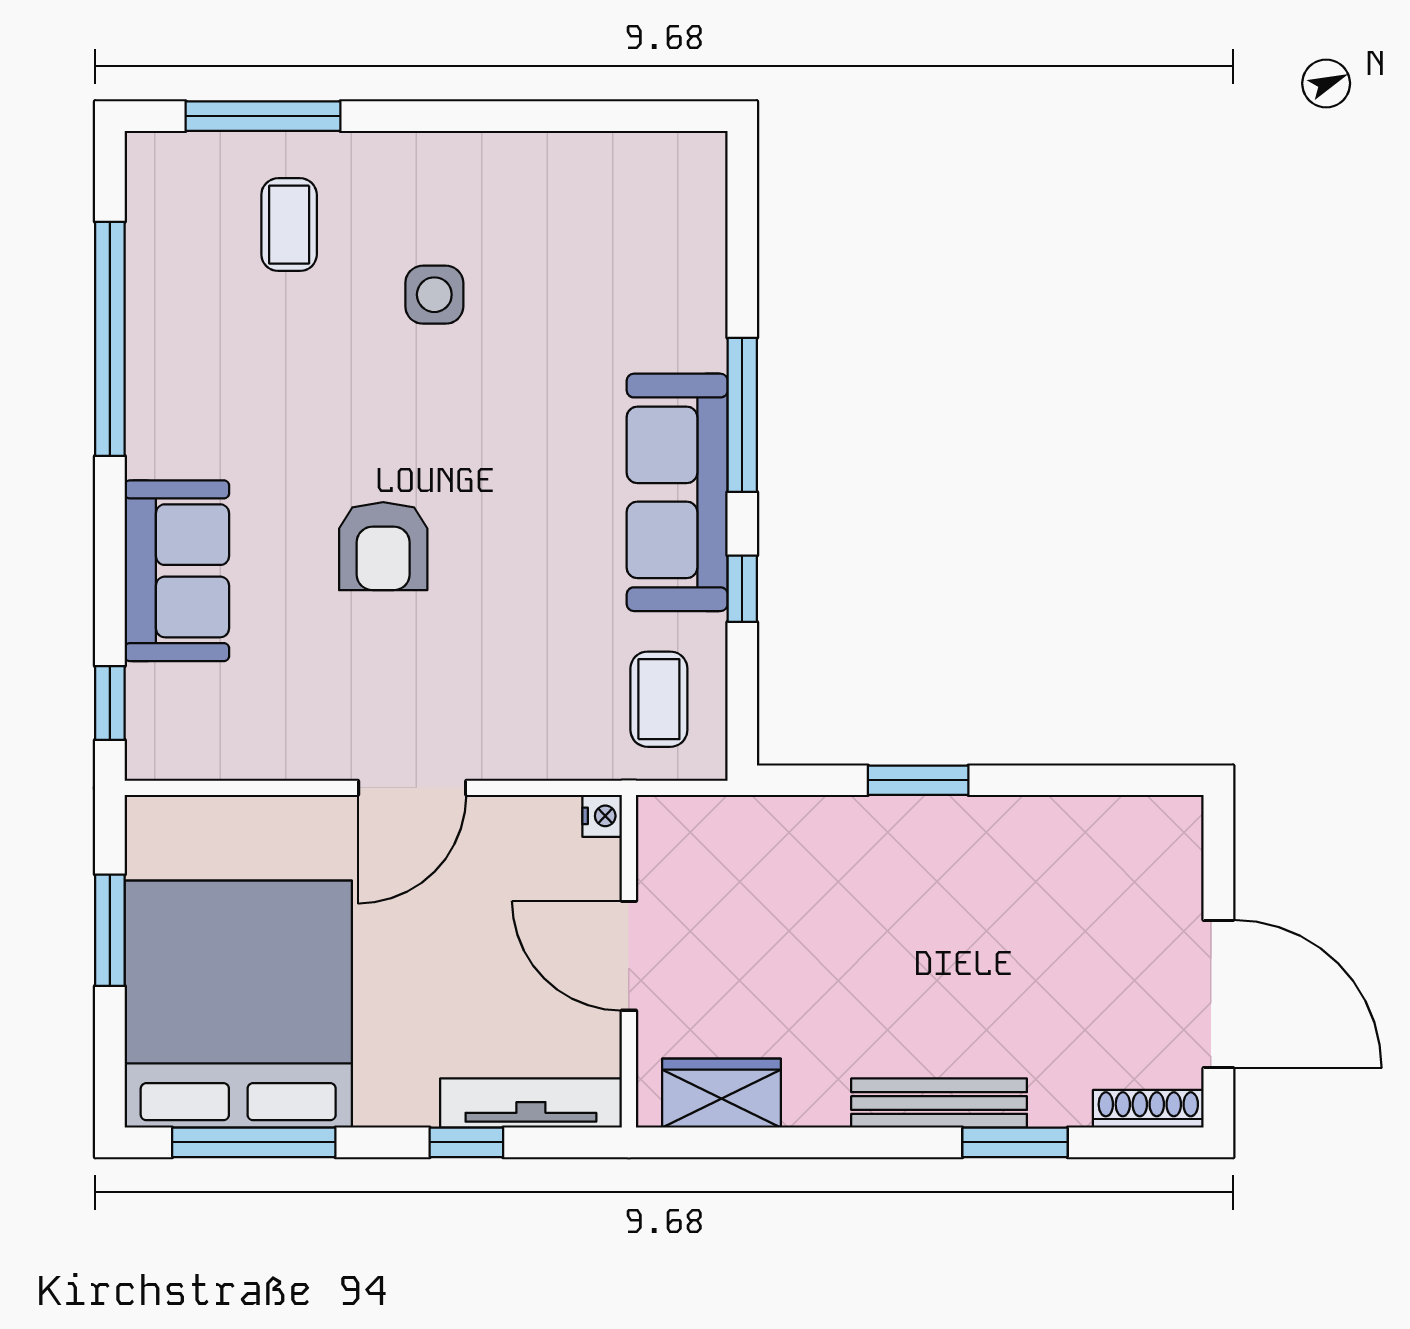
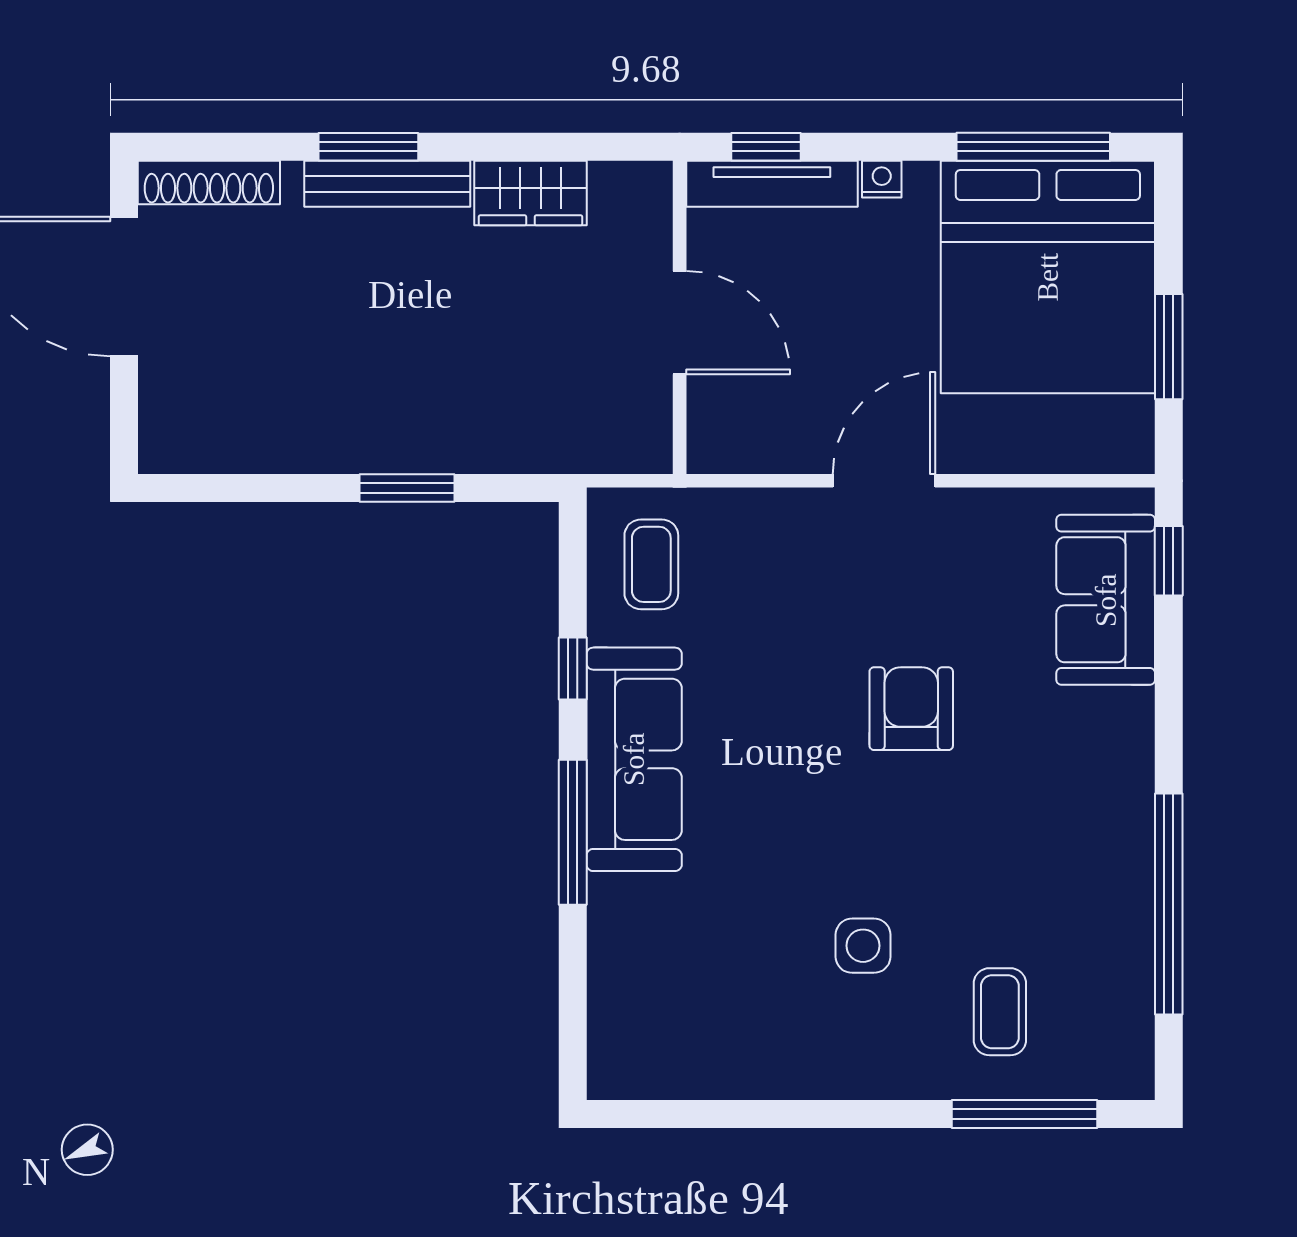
sofa: (177, 571) -> (1106, 600), moved
nightstand: (602, 816) -> (882, 179), moved, turned 90
wardrobe: (721, 1093) -> (530, 193), moved
shoe rack: (1148, 1109) -> (209, 182), width x1.36, depth x1.24
window: (466, 1142) -> (766, 147), moved
window: (1015, 1142) -> (368, 147), moved

